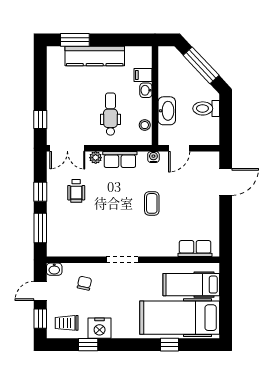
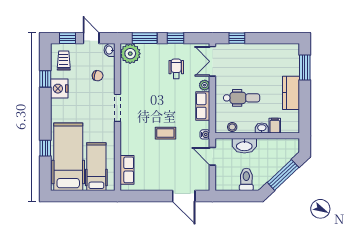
kitchen counter: (95, 56) -> (291, 93), width x0.67
wheelchair: (76, 191) -> (176, 69), turned 90
plant: (58, 245) -> (130, 54), added

